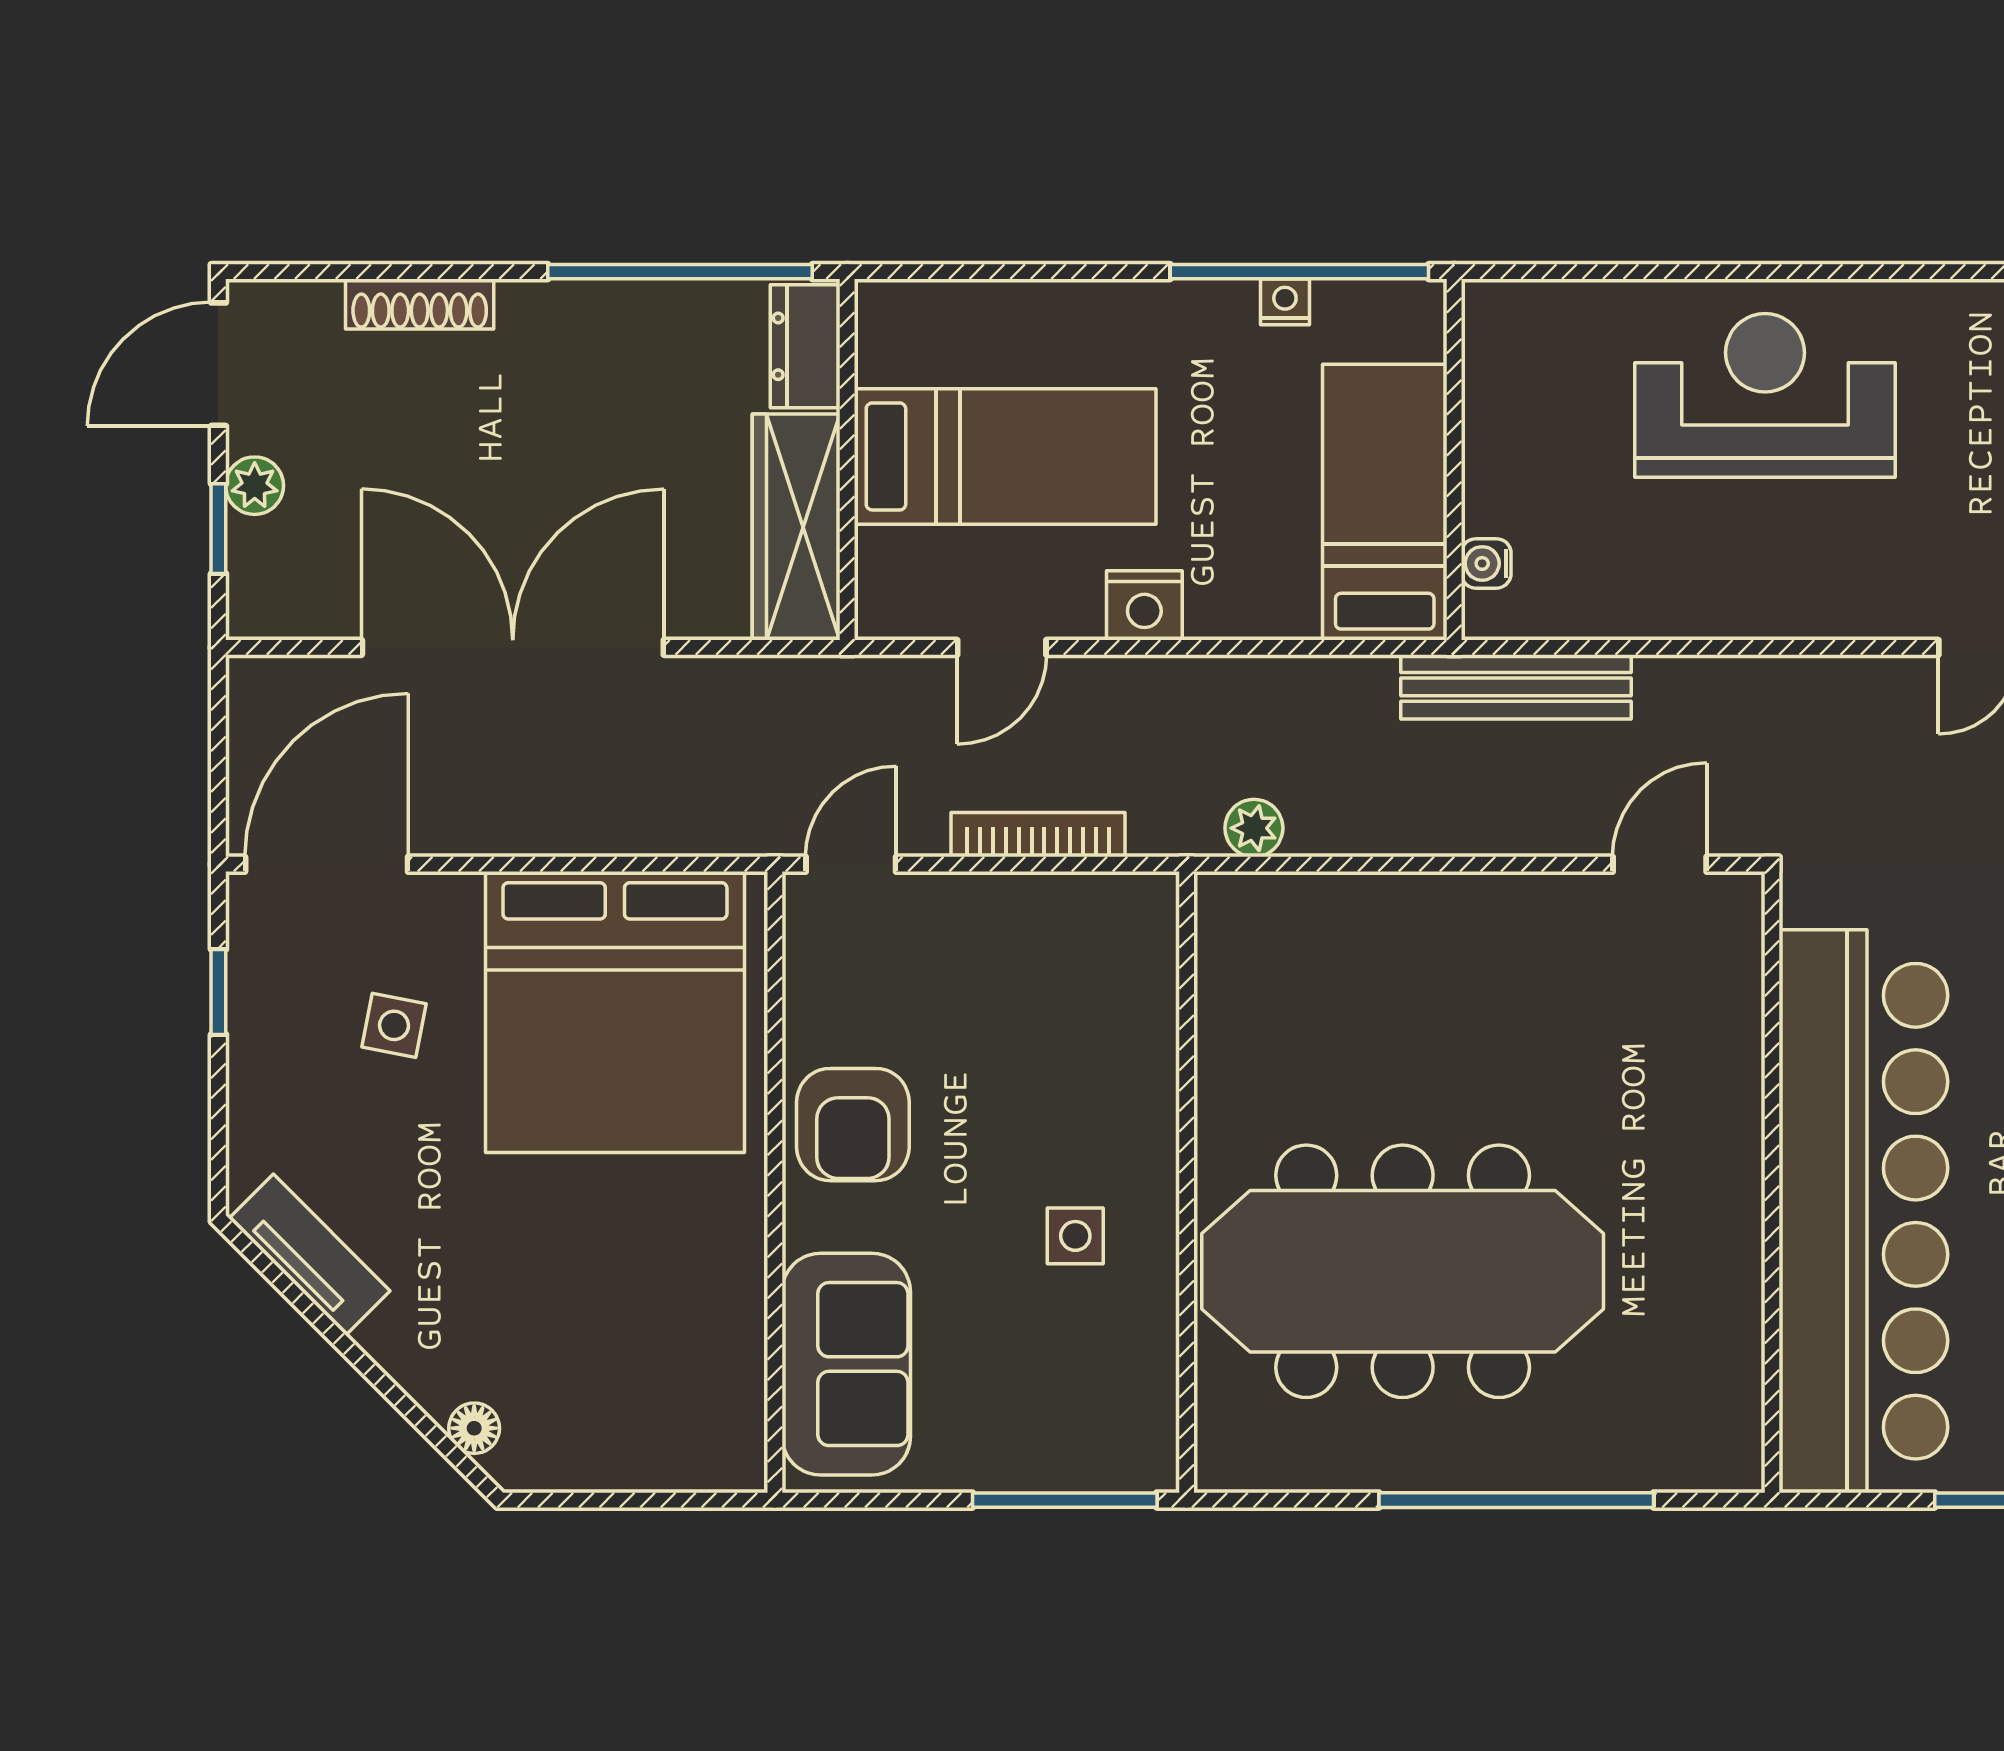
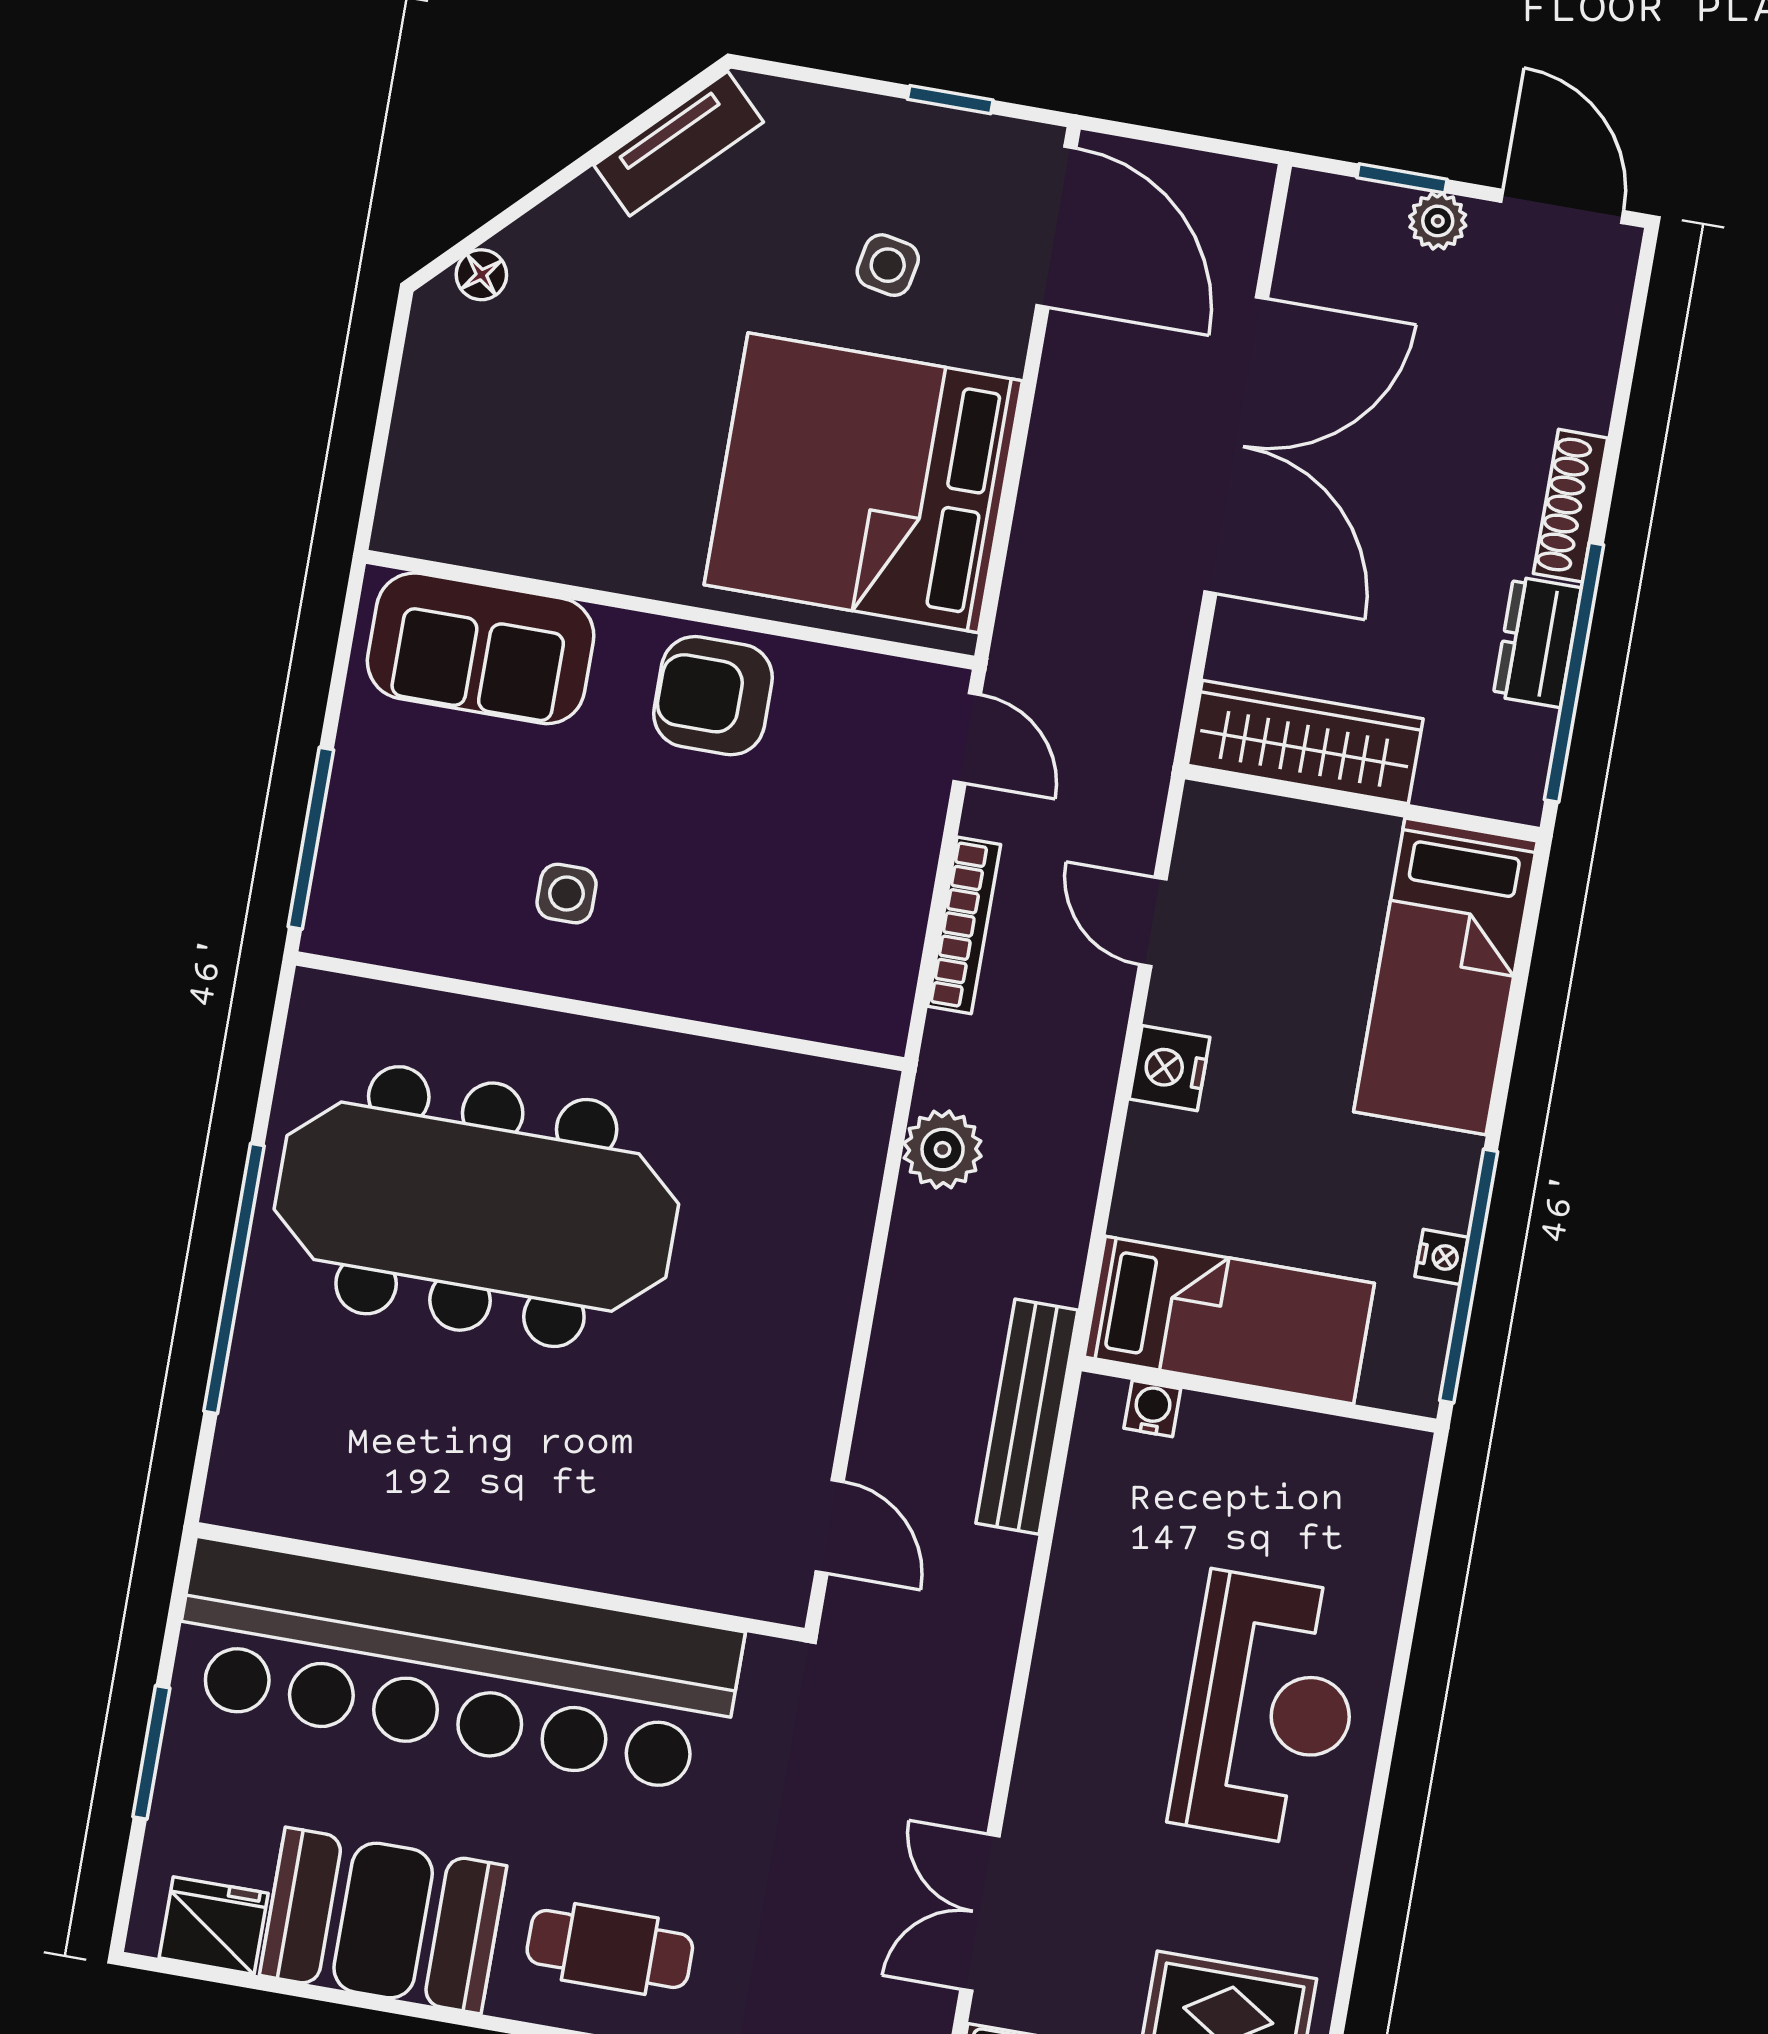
shoe rack: (420, 304) -> (1571, 506), moved
dresser: (805, 346) -> (1537, 642), moved, turned -90
bed: (1005, 456) -> (1446, 976), moved
plant: (1254, 828) -> (943, 1150), width x1.38, depth x1.38
meeting table: (1403, 1271) -> (476, 1207), turned 90

